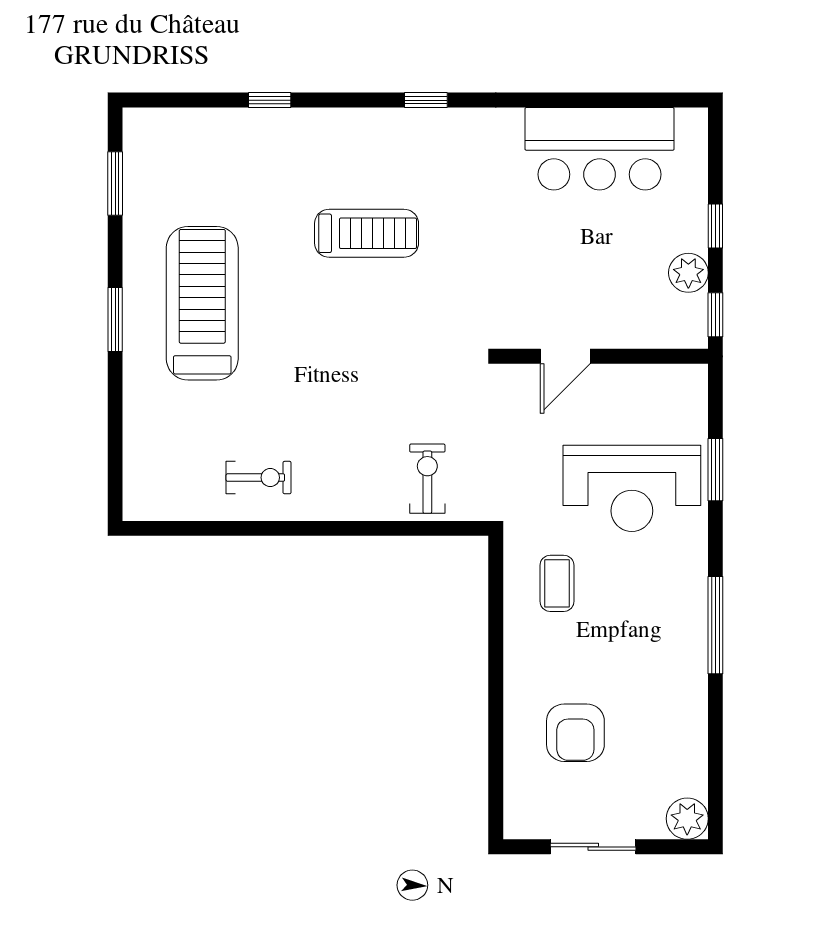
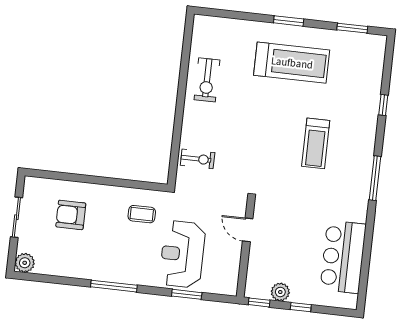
window: (426, 100) -> (375, 178), width x2.17
exercise bike: (259, 478) -> (207, 80), width x1.38, depth x1.39

